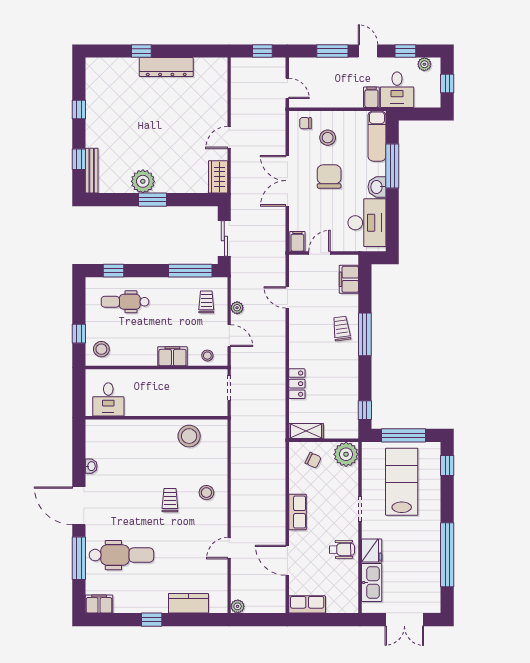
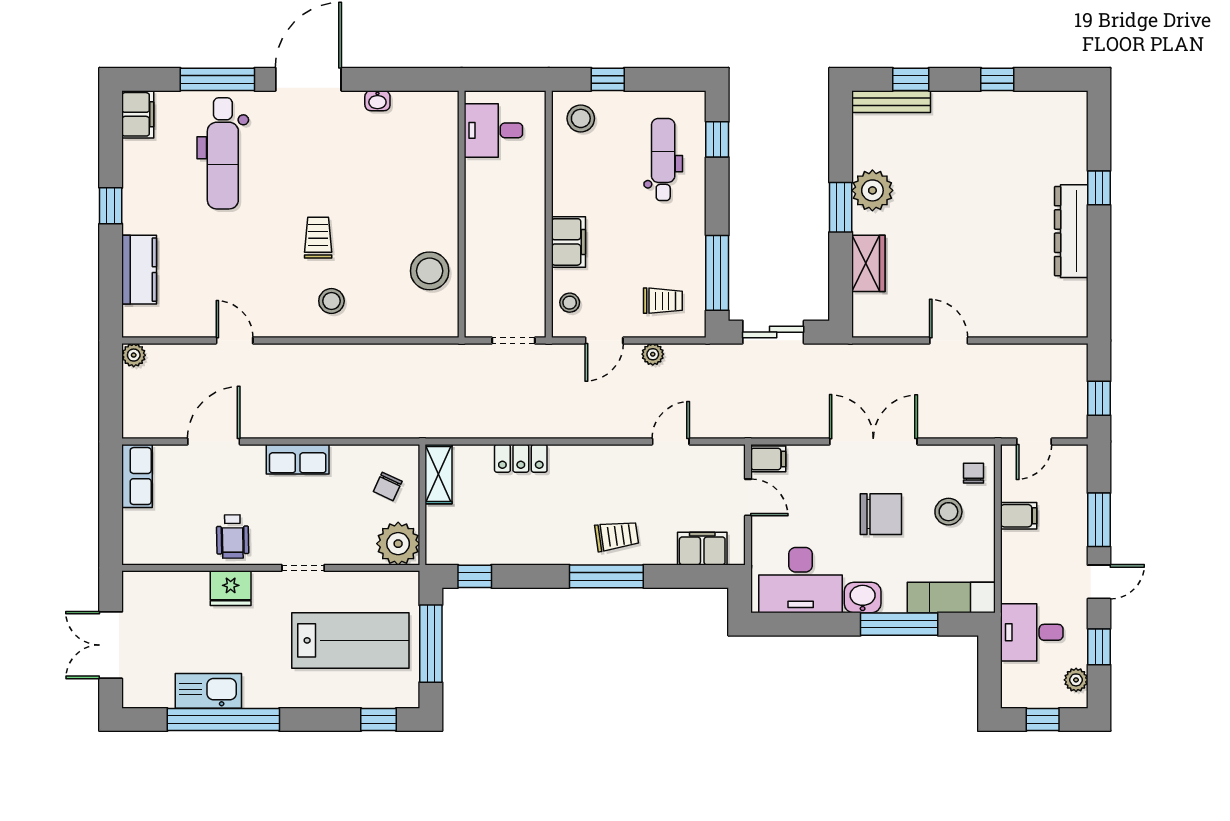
filing cabinet: (371, 97) -> (1019, 516), moved
wardrobe: (218, 177) -> (868, 263), moved, turned 90
trolley: (170, 500) -> (318, 238), turned -90
kitchen sink: (372, 583) -> (208, 691), moved, turned 180

